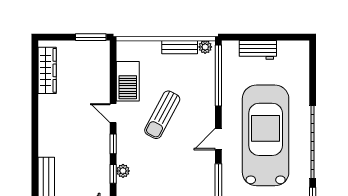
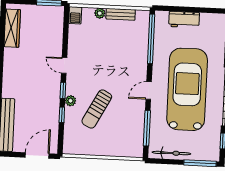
plant: (205, 47) -> (100, 13), moved
barbecue: (128, 81) -> (75, 15), moved, width x0.53, depth x0.65
sun lounger: (162, 115) -> (97, 109), moved
plant: (123, 171) -> (71, 101), moved

